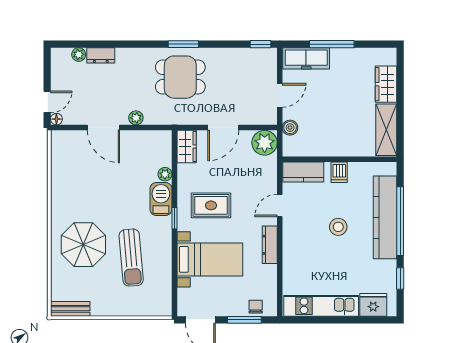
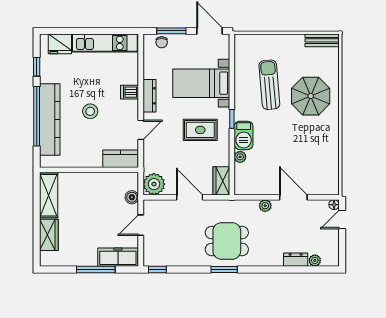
door: (223, 128) -> (190, 197), hinge flipped
dishwasher: (339, 172) -> (130, 92), moved, turned -90

